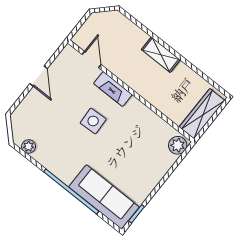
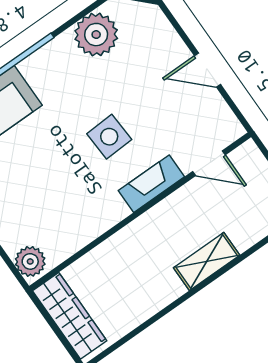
shelving: (161, 55) -> (207, 261), moved
plant: (29, 146) -> (96, 35), width x1.87, depth x1.87

